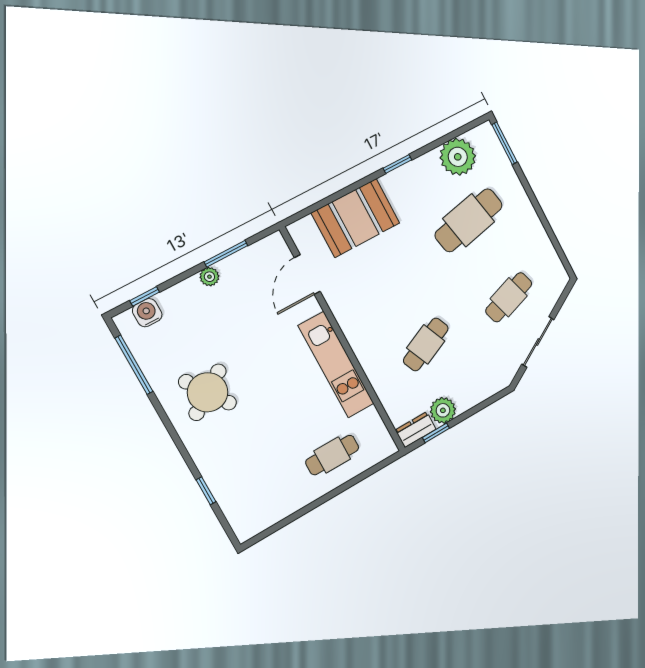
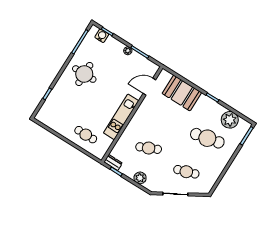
round table: (207, 392) -> (84, 74), turned 34
plant: (443, 410) -> (140, 178), moved

